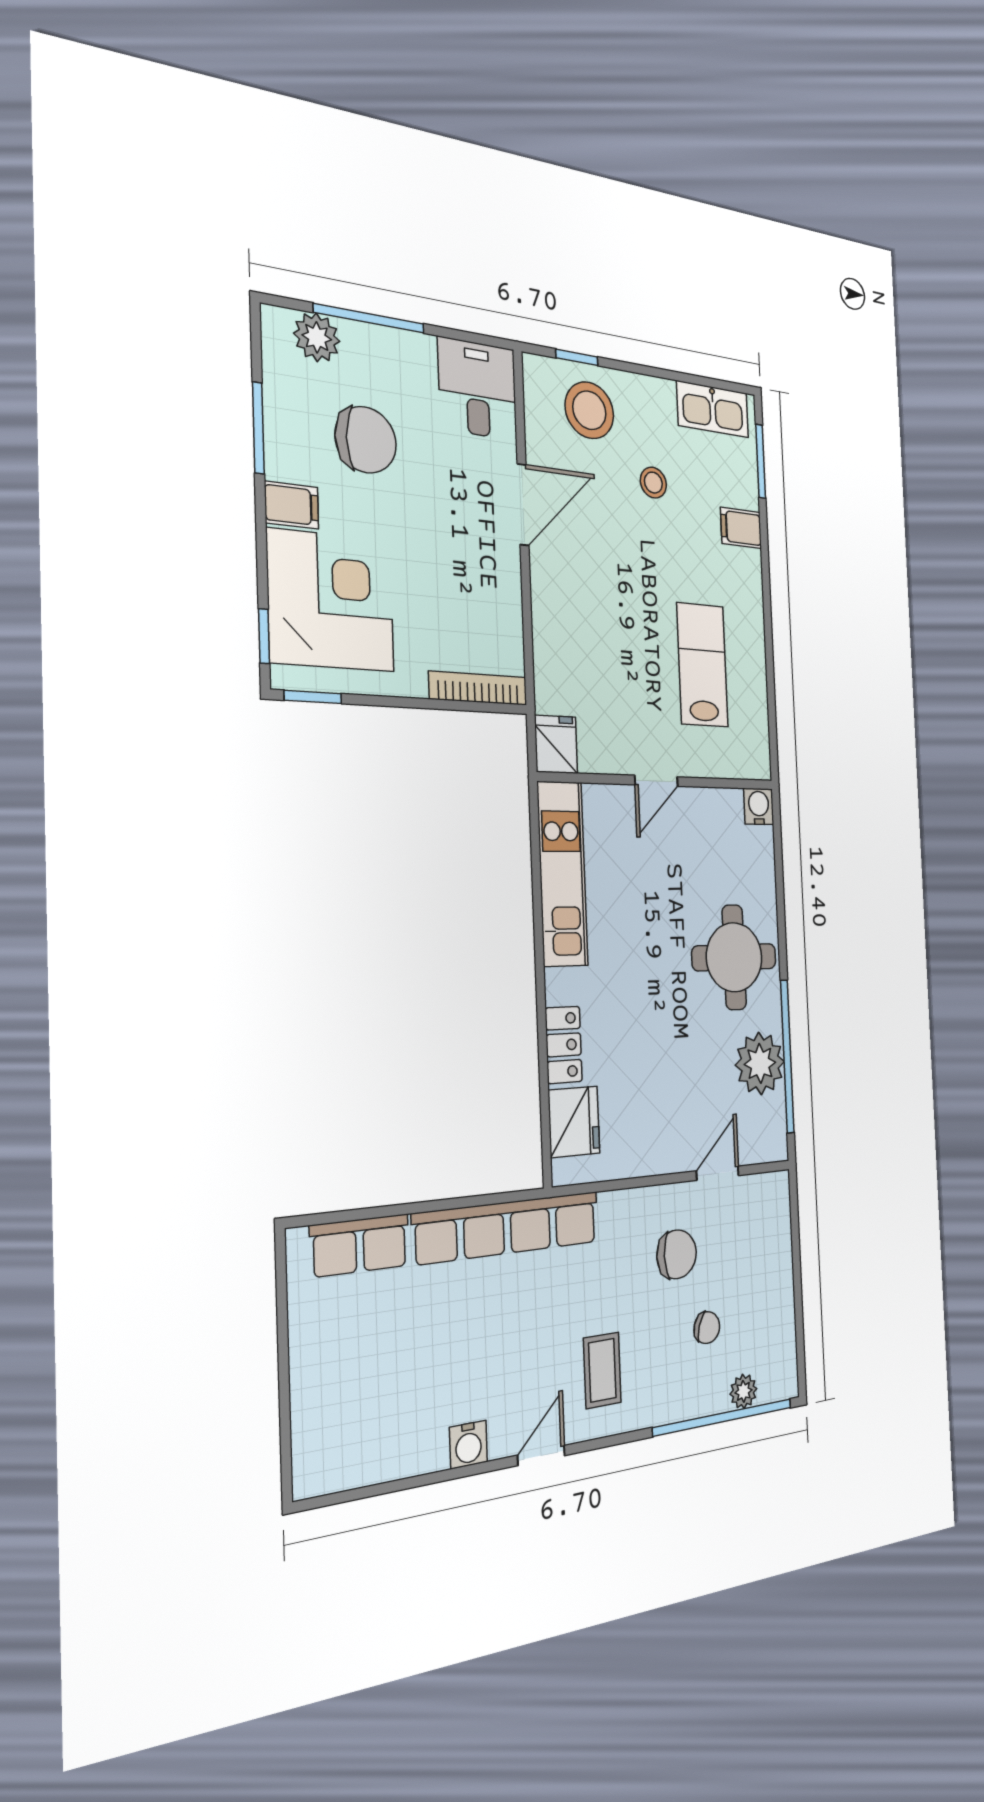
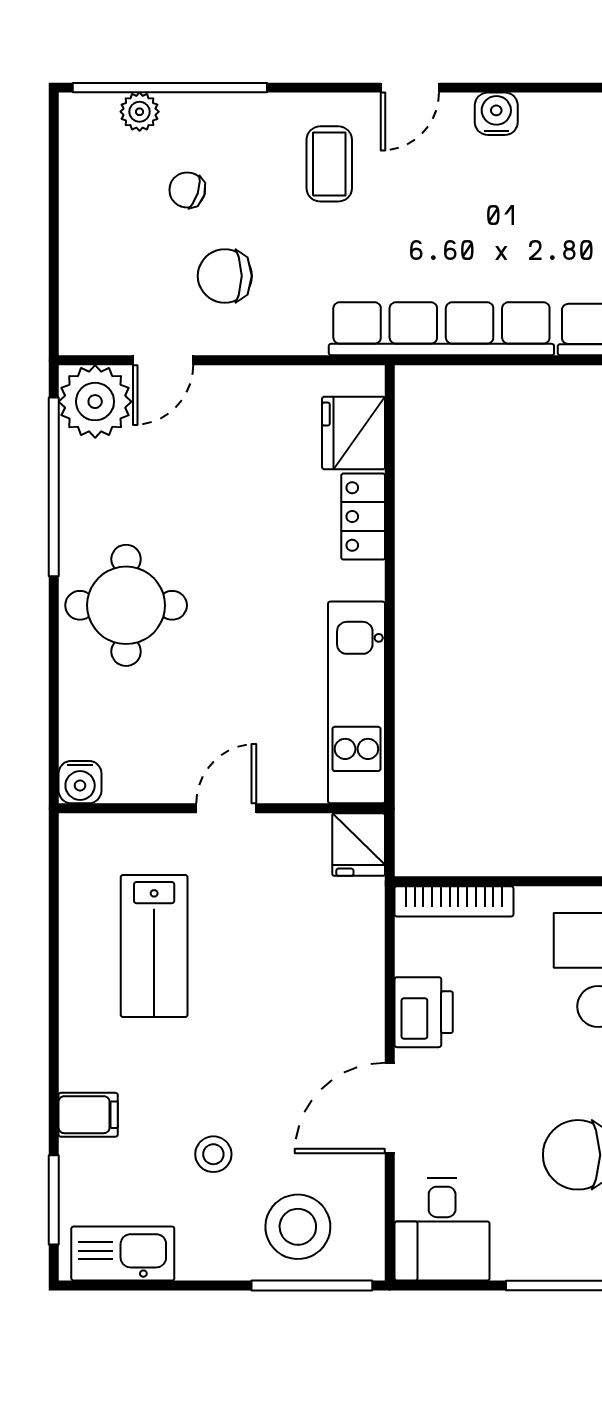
window: (577, 357) -> (312, 1286), width x2.17
printer: (499, 588) -> (424, 1012), added
plant: (760, 1063) -> (95, 402), moved

